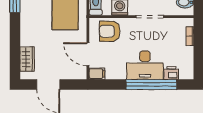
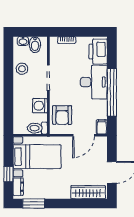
wardrobe: (27, 59) -> (88, 192), width x1.50
printer: (171, 73) -> (98, 52), width x1.87, depth x1.48
window: (151, 85) -> (112, 92), moved

